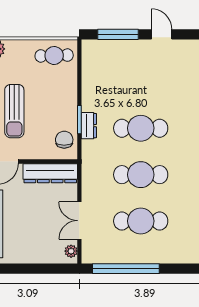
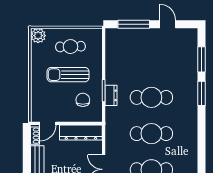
cafe table: (54, 55) -> (70, 47), moved
sun lounger: (14, 111) -> (68, 75), moved, turned 90
chair: (64, 140) -> (83, 100), moved

